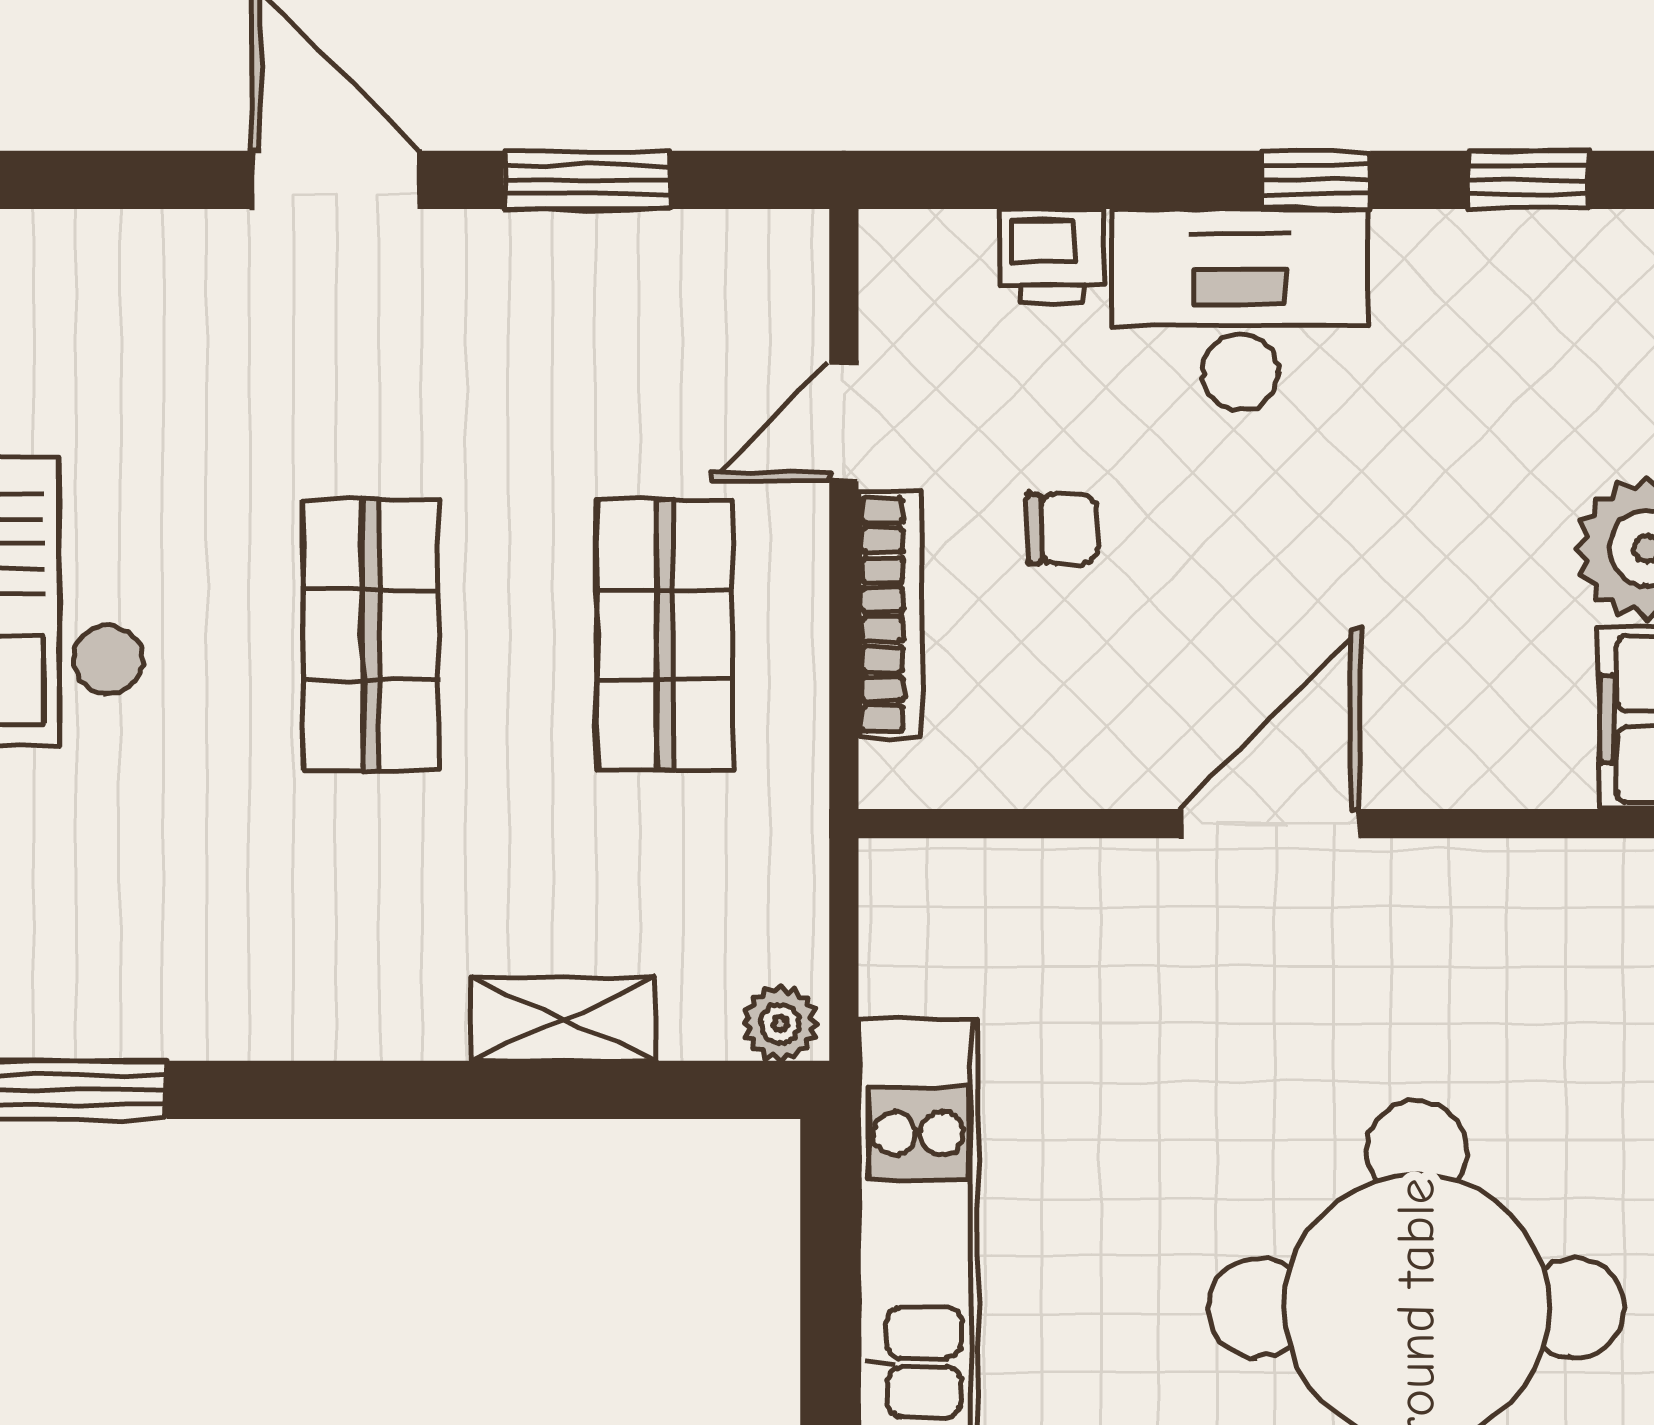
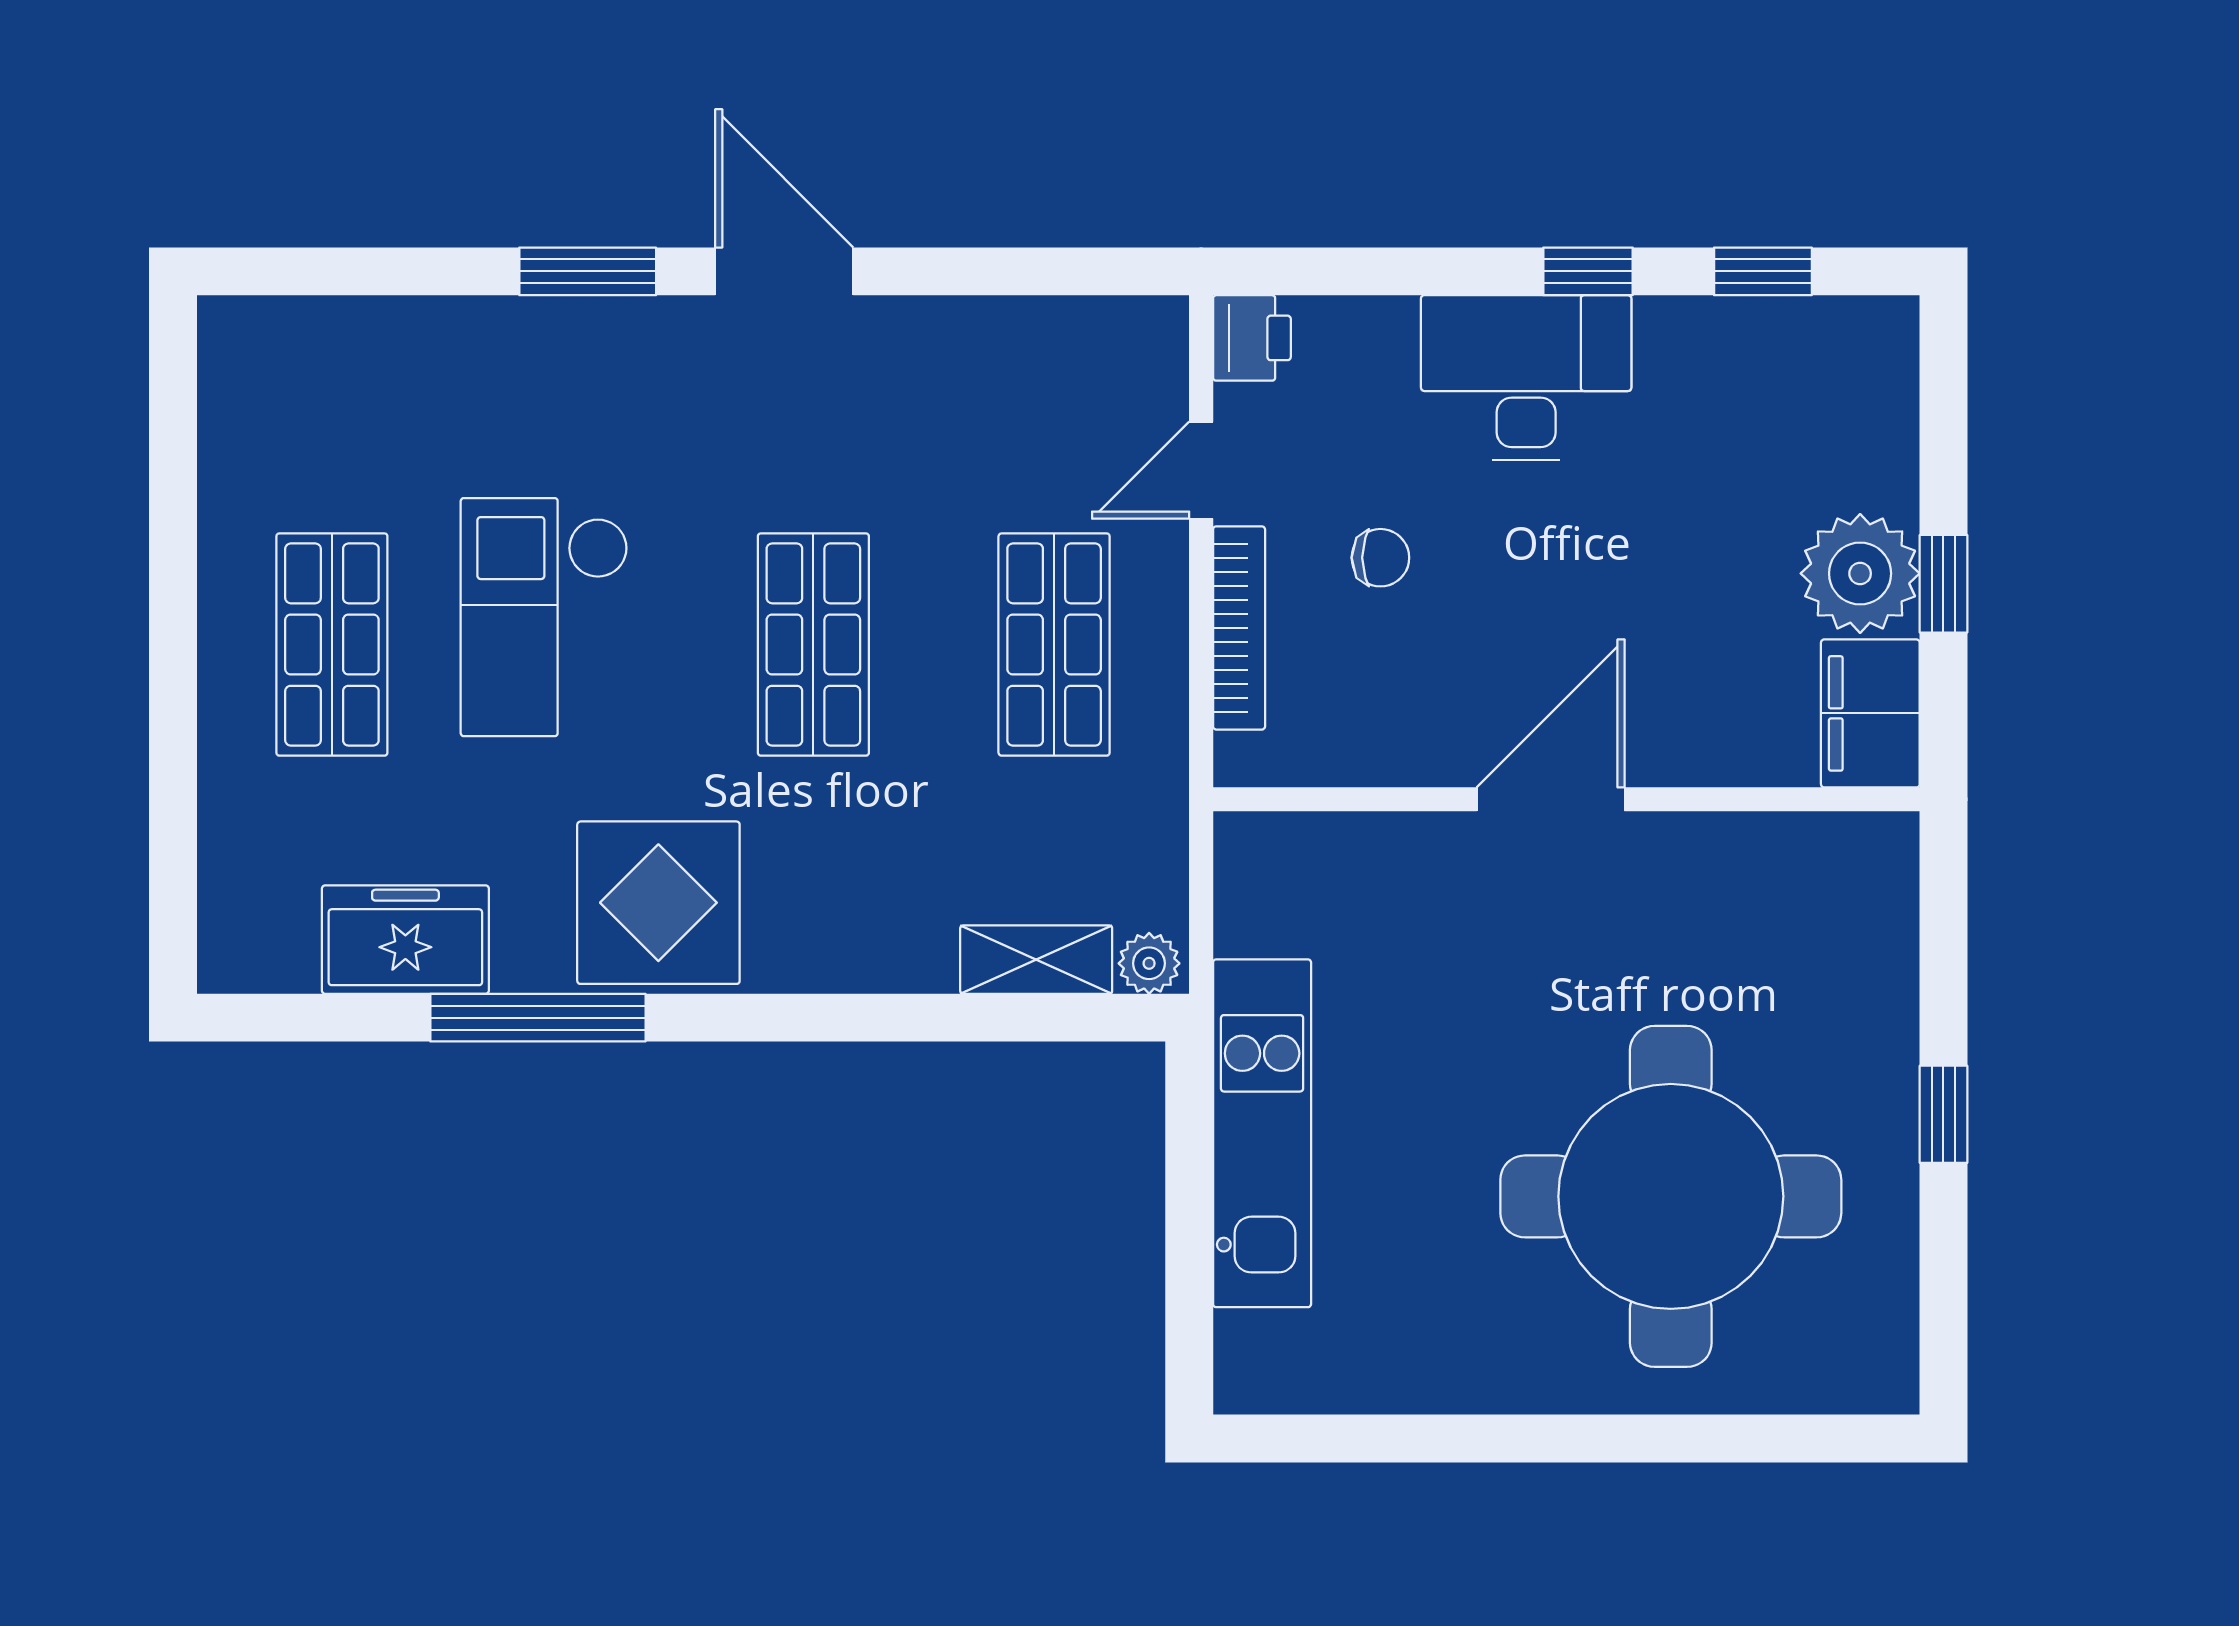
window: (587, 180) -> (588, 271), moved
printer: (1052, 256) -> (1252, 338), moved, turned -90
display table: (182, 950) -> (658, 903), added
shelving: (563, 1019) -> (1036, 960), moved

